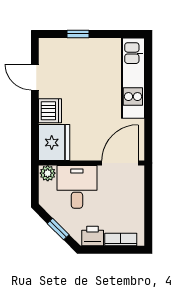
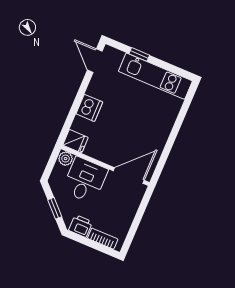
door: (35, 77) -> (95, 61), moved
kitchen unit: (133, 78) -> (155, 76), moved, turned -90
fridge: (54, 143) -> (75, 141), width x0.53, depth x0.75

